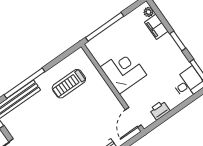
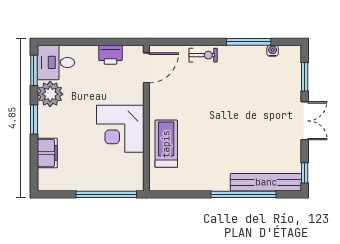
plant: (149, 12) -> (50, 94), moved, width x1.88, depth x1.88
treadmill: (69, 84) -> (166, 144), moved, turned -90

